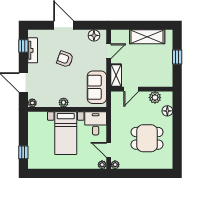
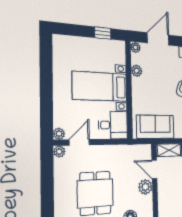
plant: (155, 97) -> (145, 187), moved
plant: (64, 102) -> (137, 71), moved
window: (23, 152) -> (103, 33), moved

